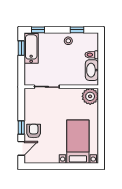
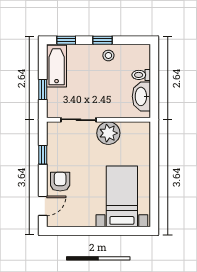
window: (77, 30) -> (102, 40), moved
window: (21, 48) -> (43, 90), moved
plant: (90, 96) -> (108, 133), moved
window: (21, 128) -> (43, 155), moved

